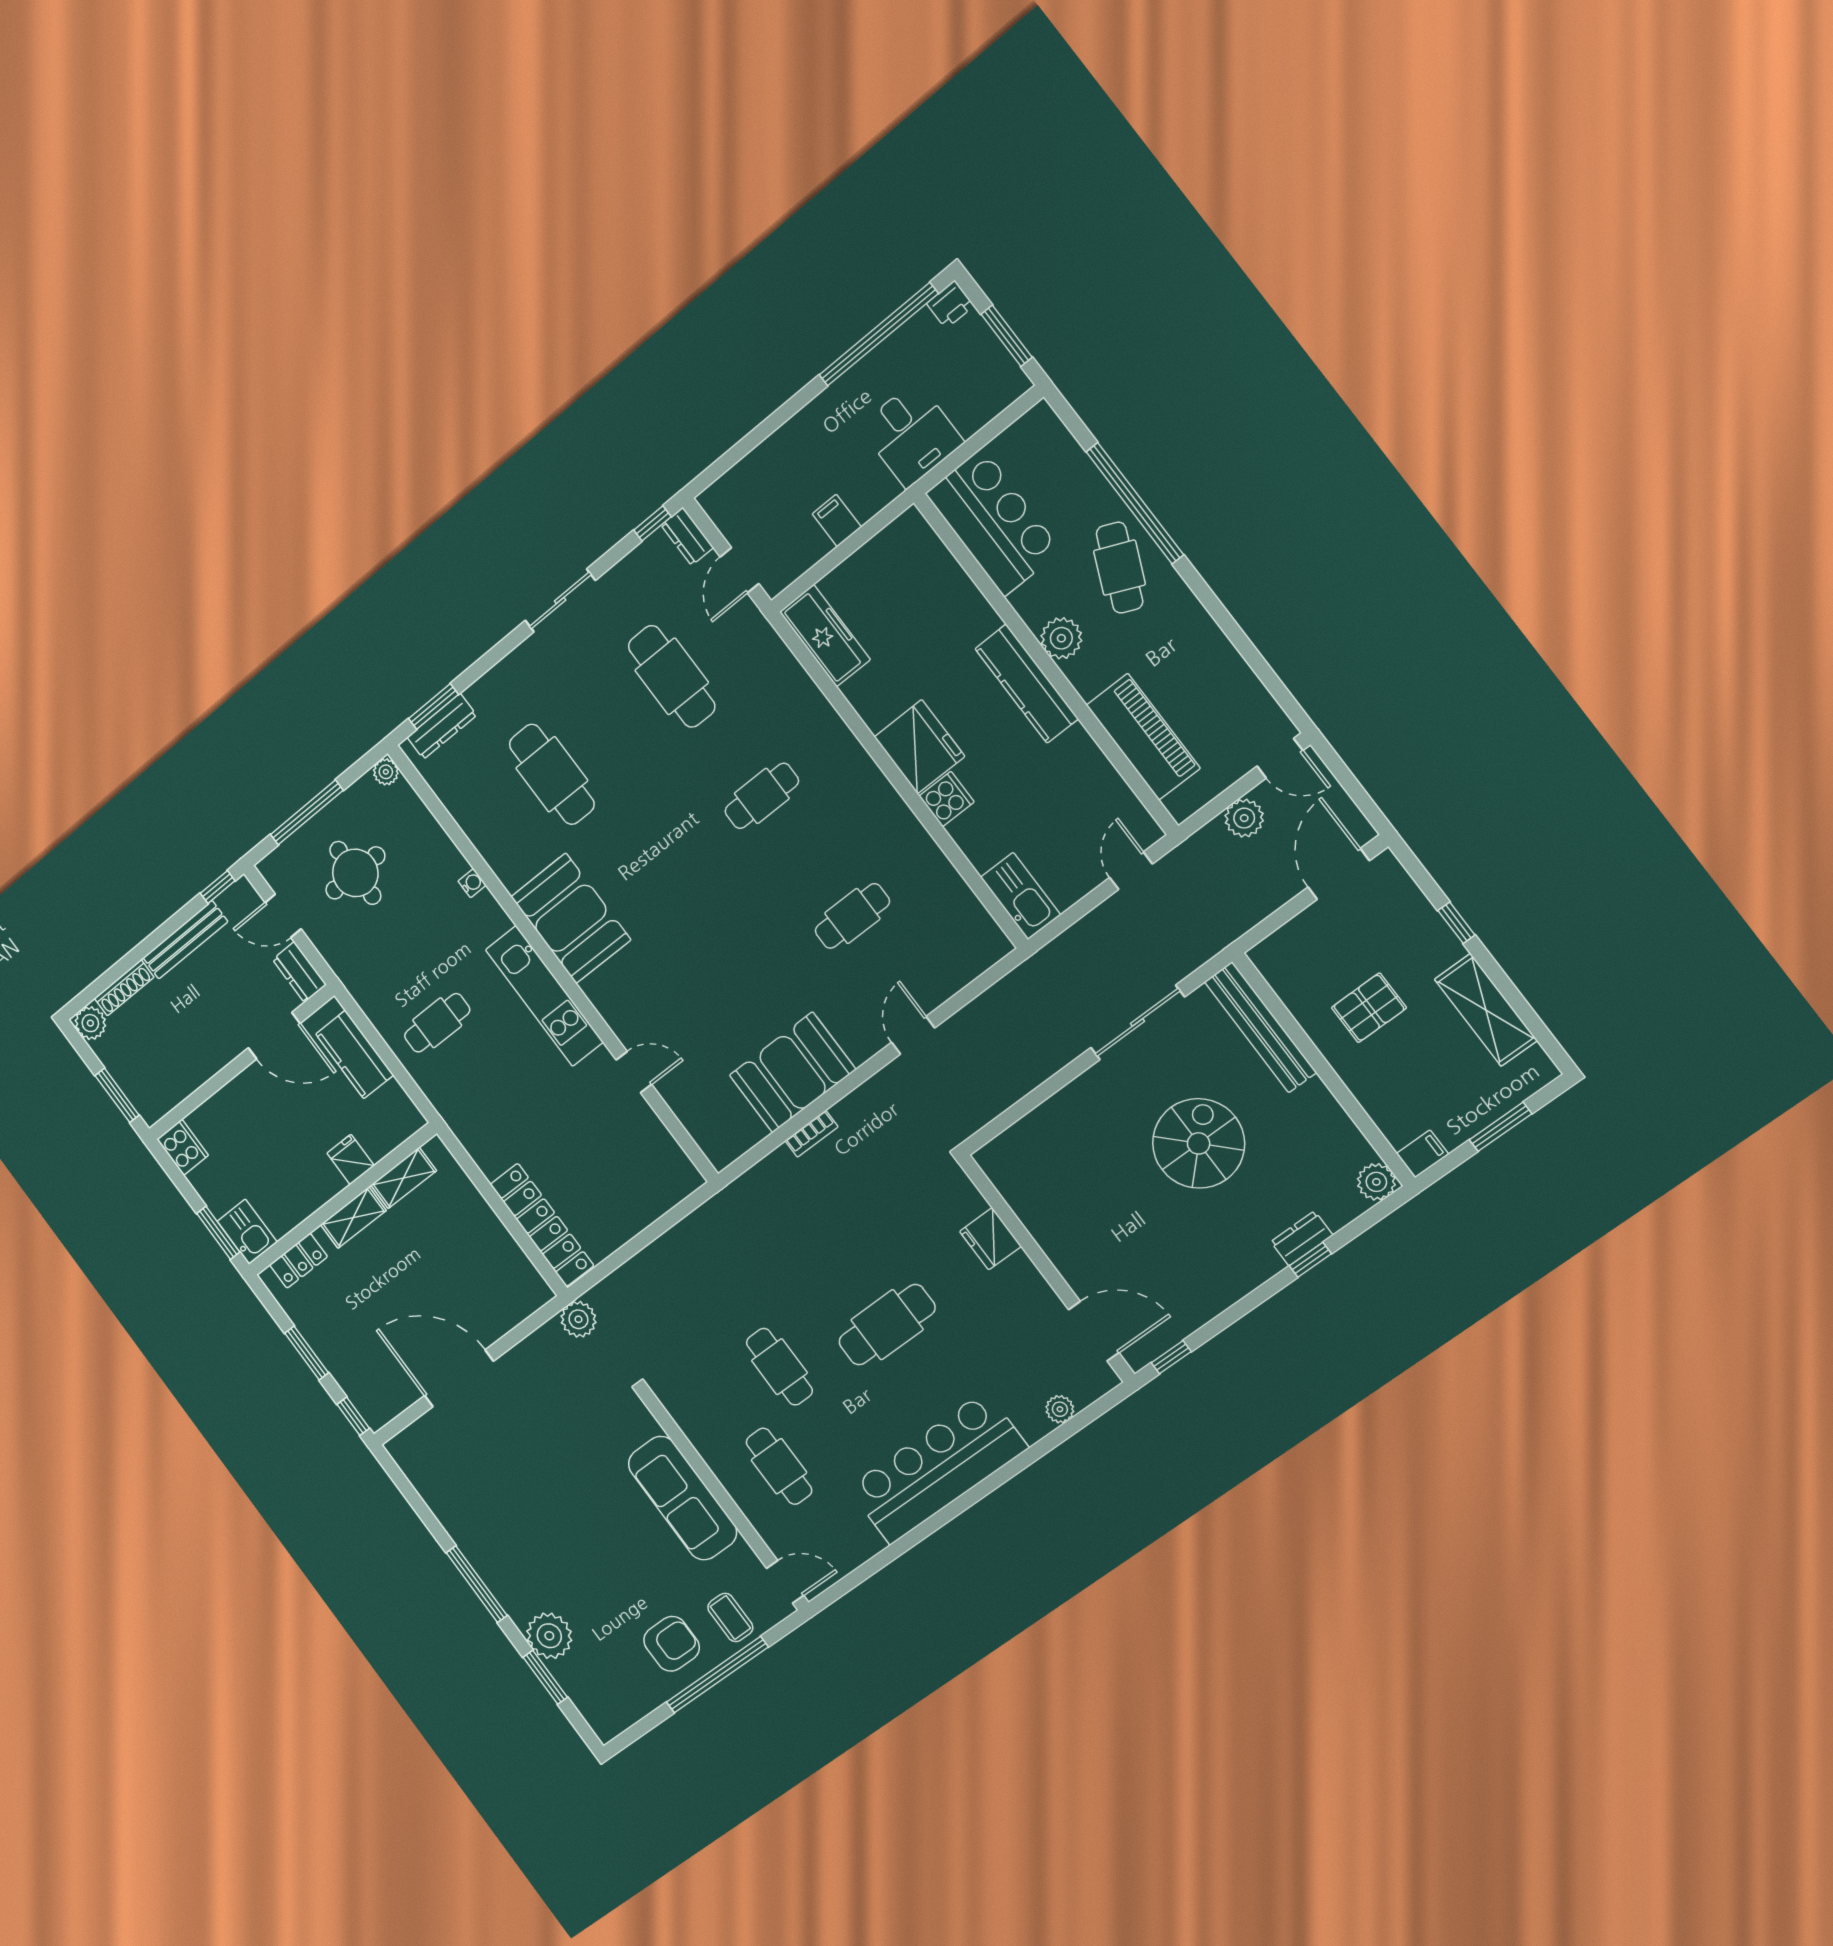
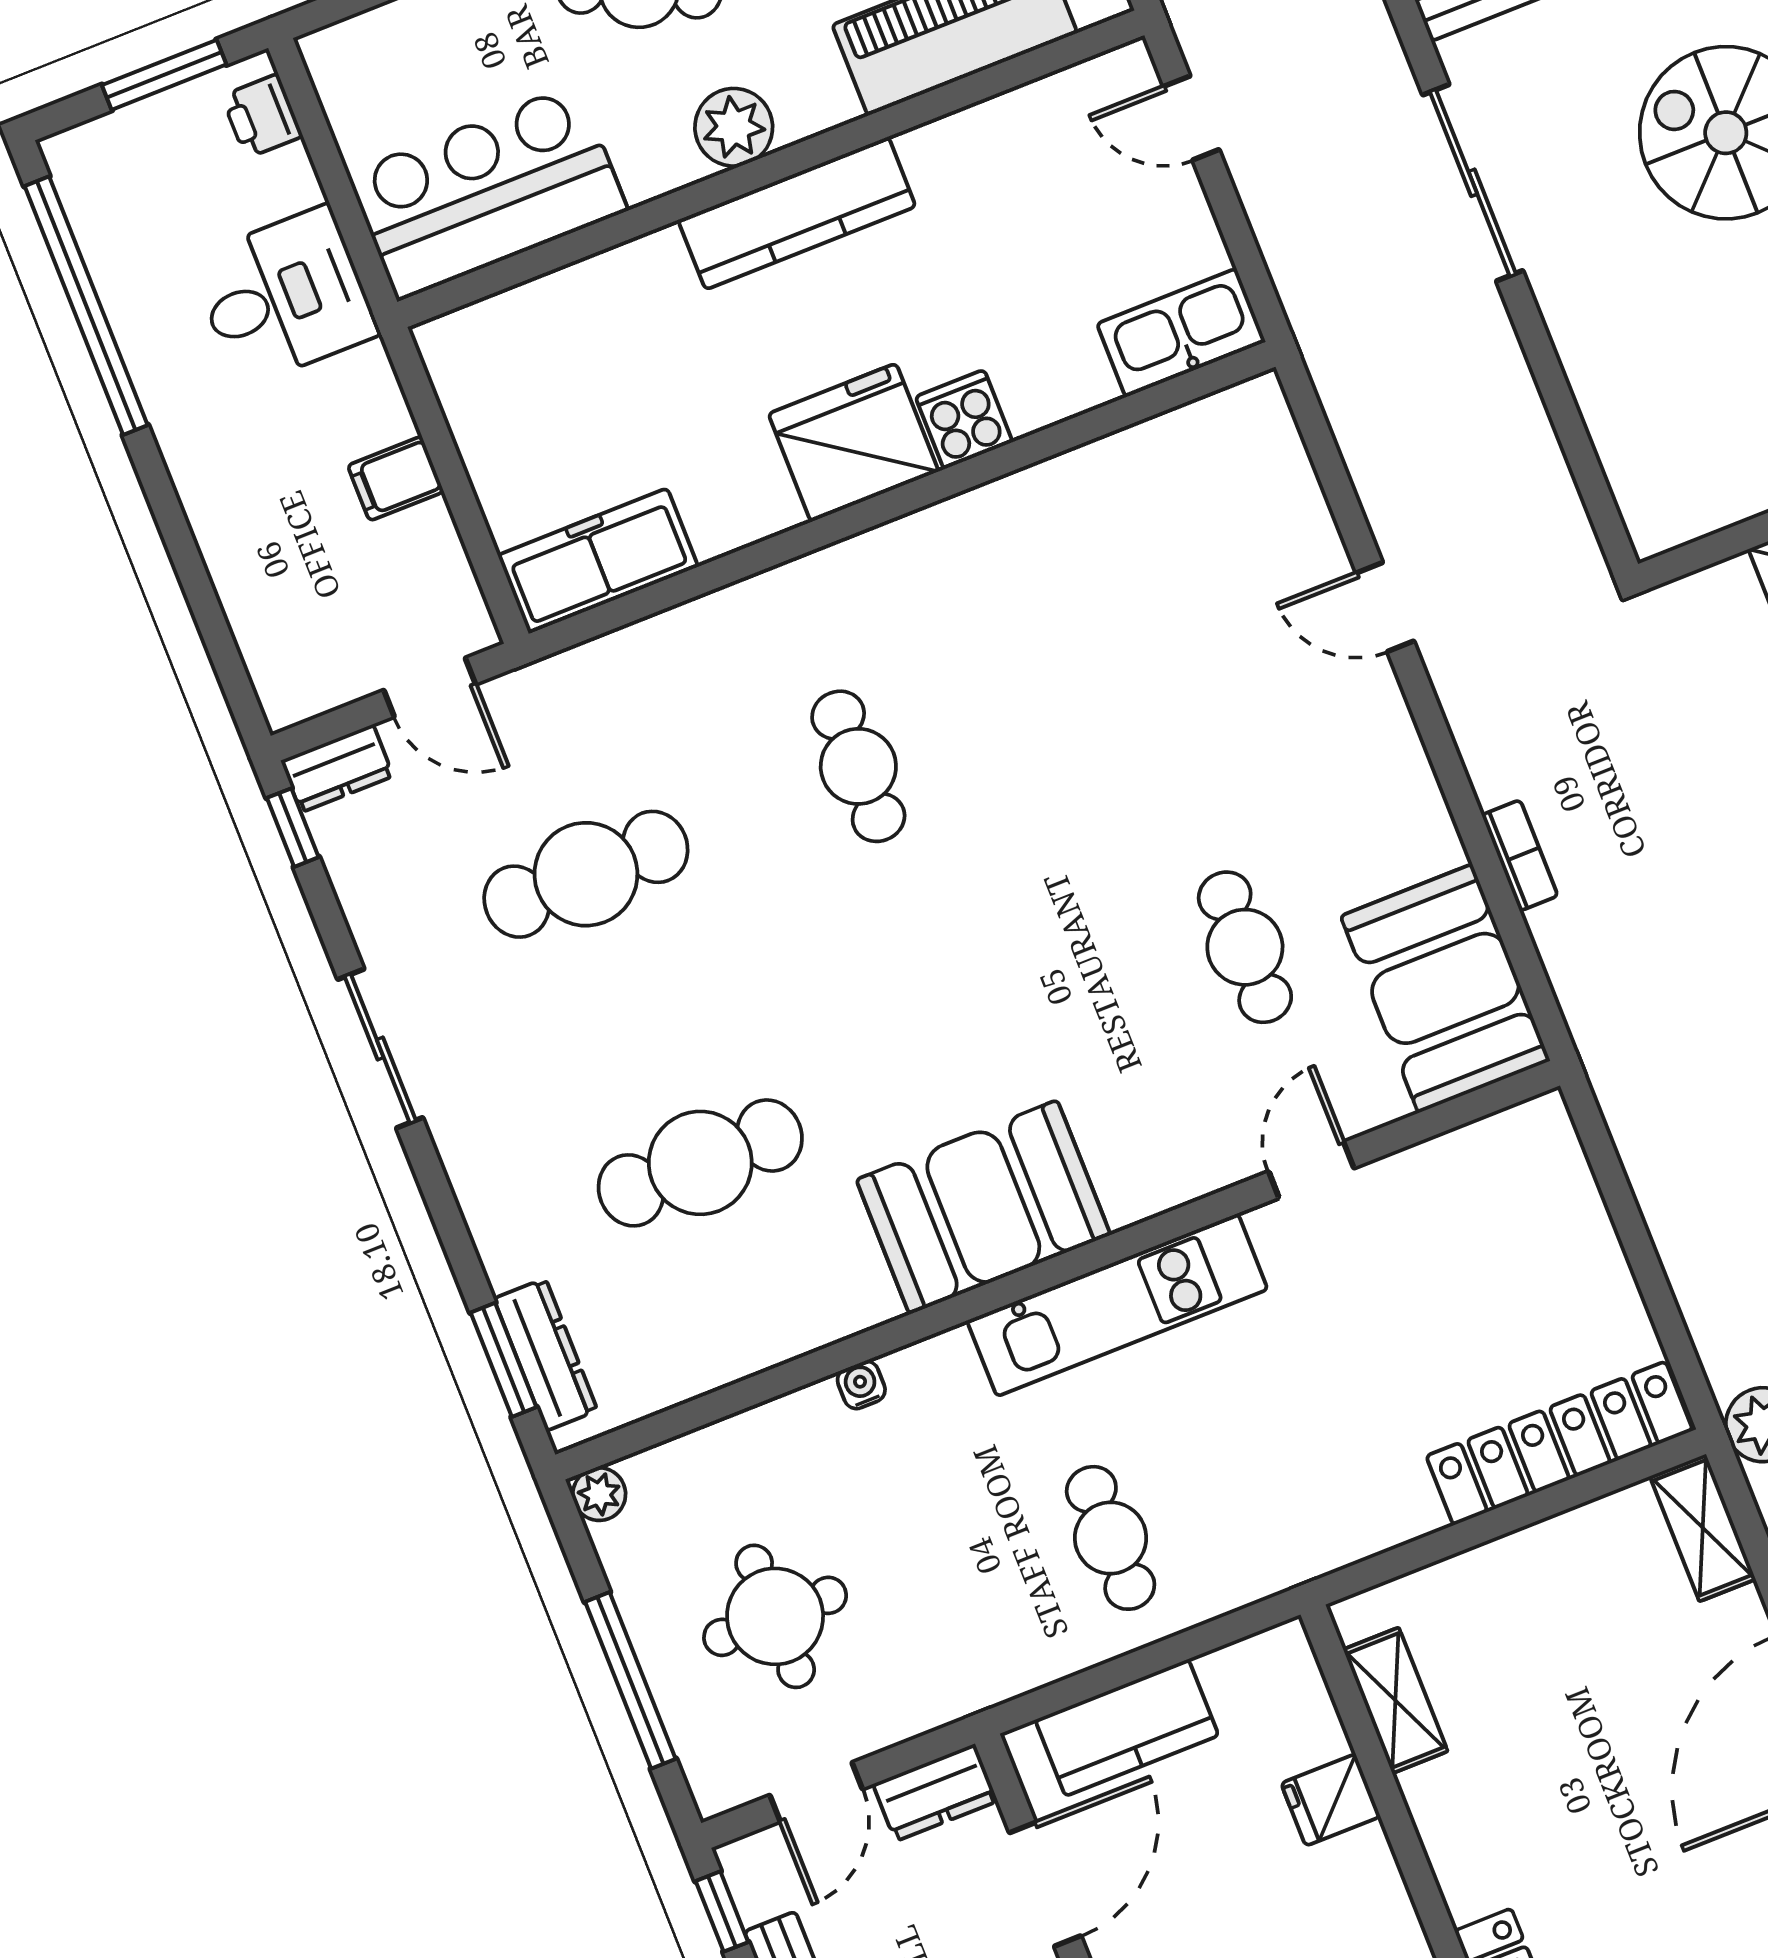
printer: (950, 305) -> (262, 116), moved, turned 180
cafe table: (852, 916) -> (1245, 947), moved
booth: (793, 1072) -> (1445, 988), moved
shelving: (353, 1218) -> (1703, 1528), moved

